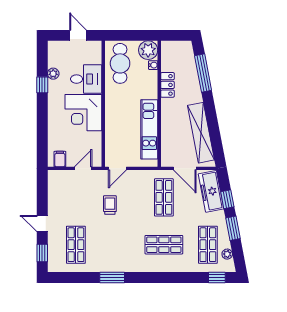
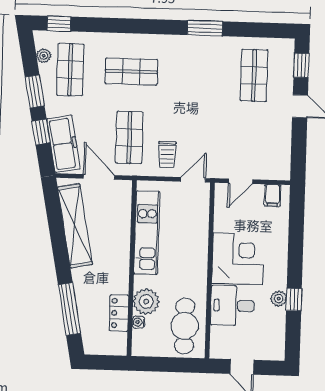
plant: (148, 50) -> (146, 301), moved
plant: (53, 74) -> (279, 299), moved
locker: (167, 85) -> (119, 313), moved
trolley: (110, 205) -> (167, 155), moved

